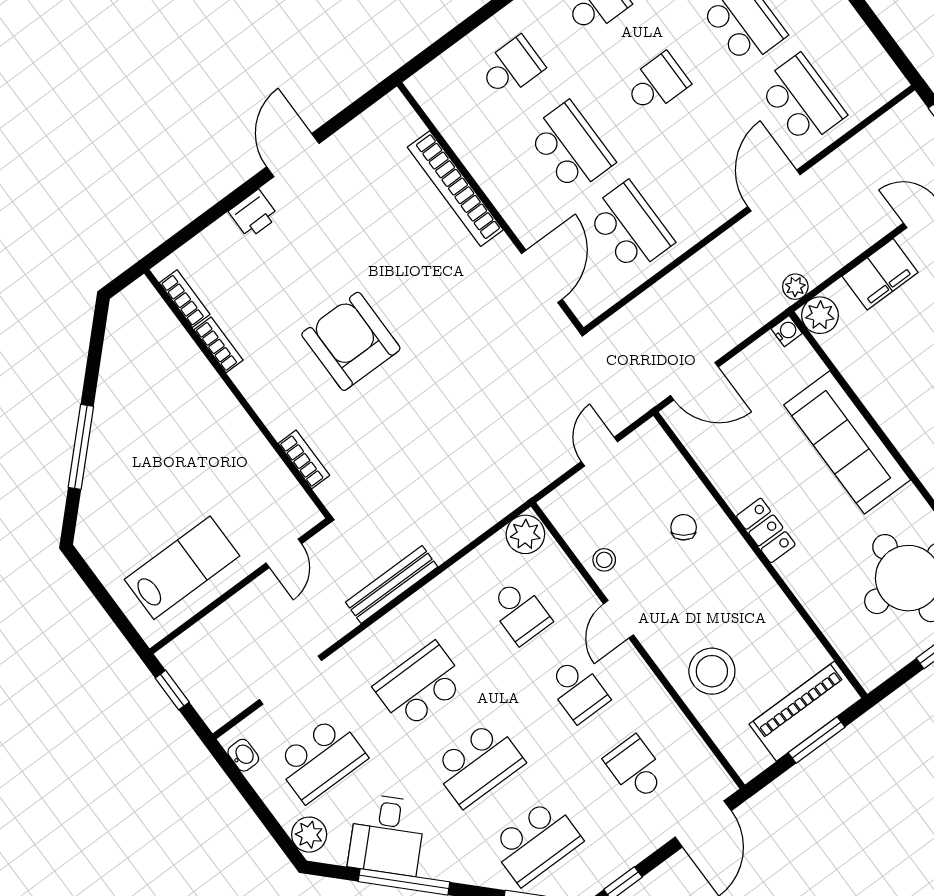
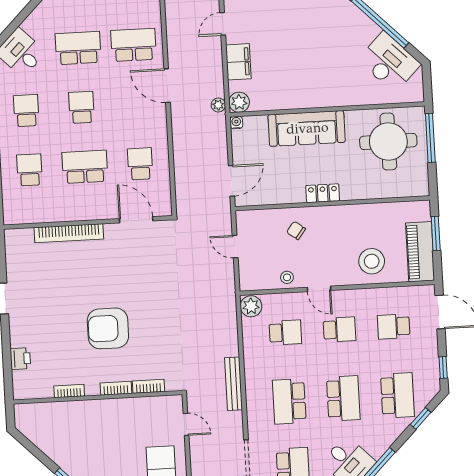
printer: (254, 214) -> (20, 359), moved
school desk: (630, 227) -> (140, 164), width x0.54
bookcase: (185, 299) -> (116, 388), moved
piano: (805, 711) -> (420, 252), moved

